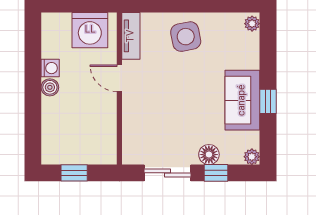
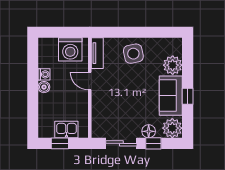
plant: (252, 24) -> (173, 65), moved, width x1.88, depth x1.88
kitchen sink: (84, 152) -> (66, 130), added
plant: (252, 157) -> (172, 128), width x1.87, depth x1.87

